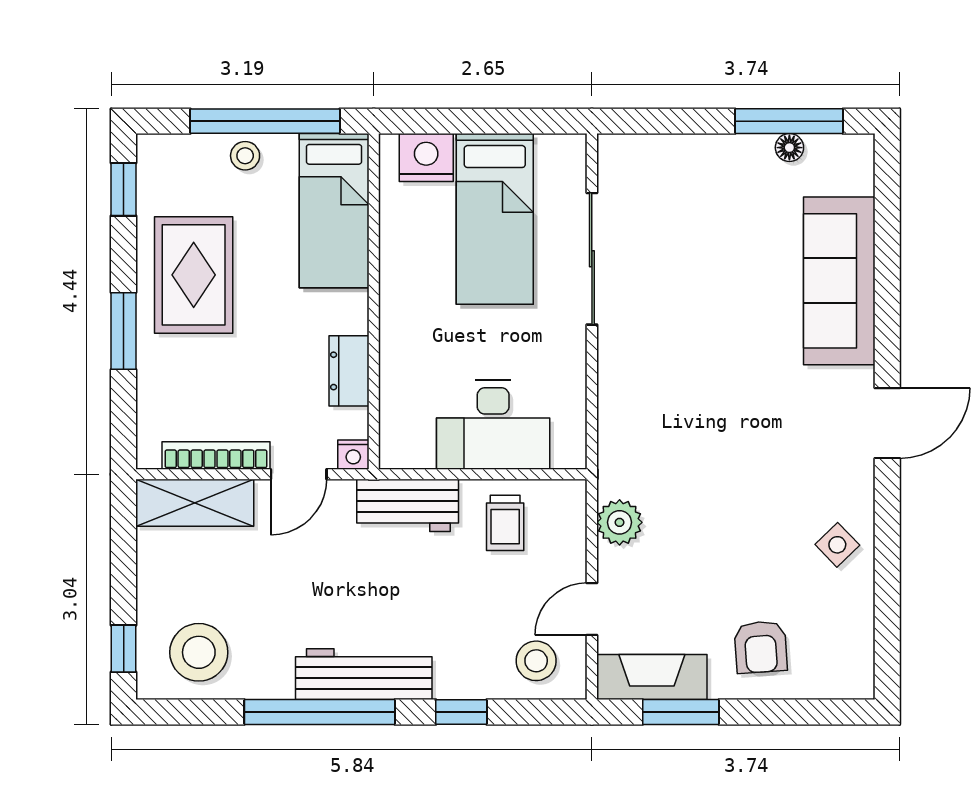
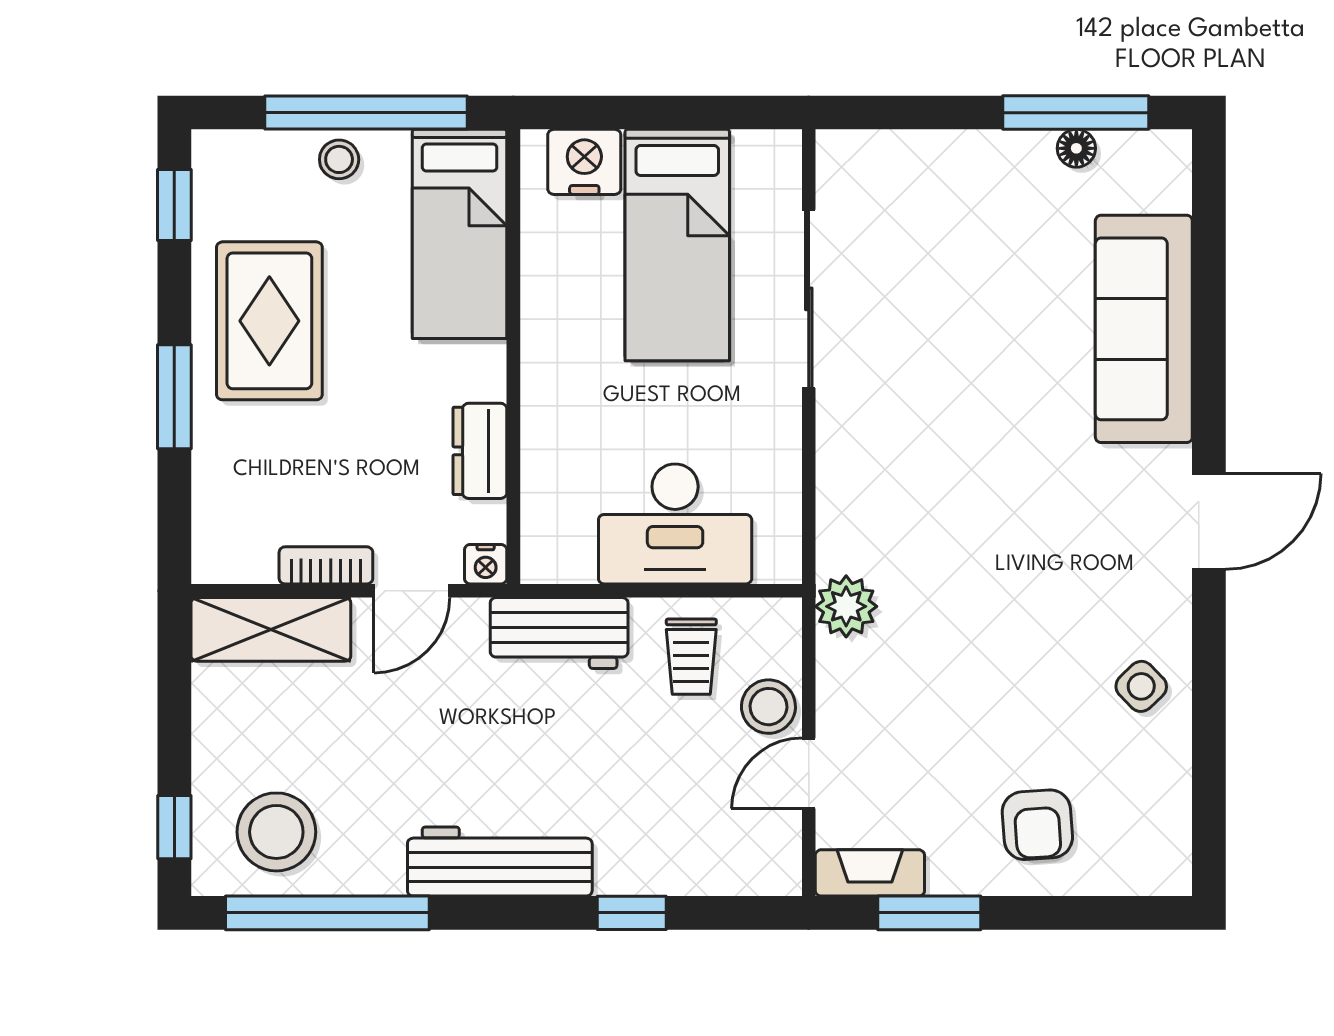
bookcase: (216, 455) -> (326, 565), width x0.64
plant: (620, 522) -> (846, 606), moved
stool: (536, 661) -> (768, 707), moved
fireplace: (652, 677) -> (870, 873), width x0.73, depth x0.76
window: (320, 712) -> (327, 913), moved

